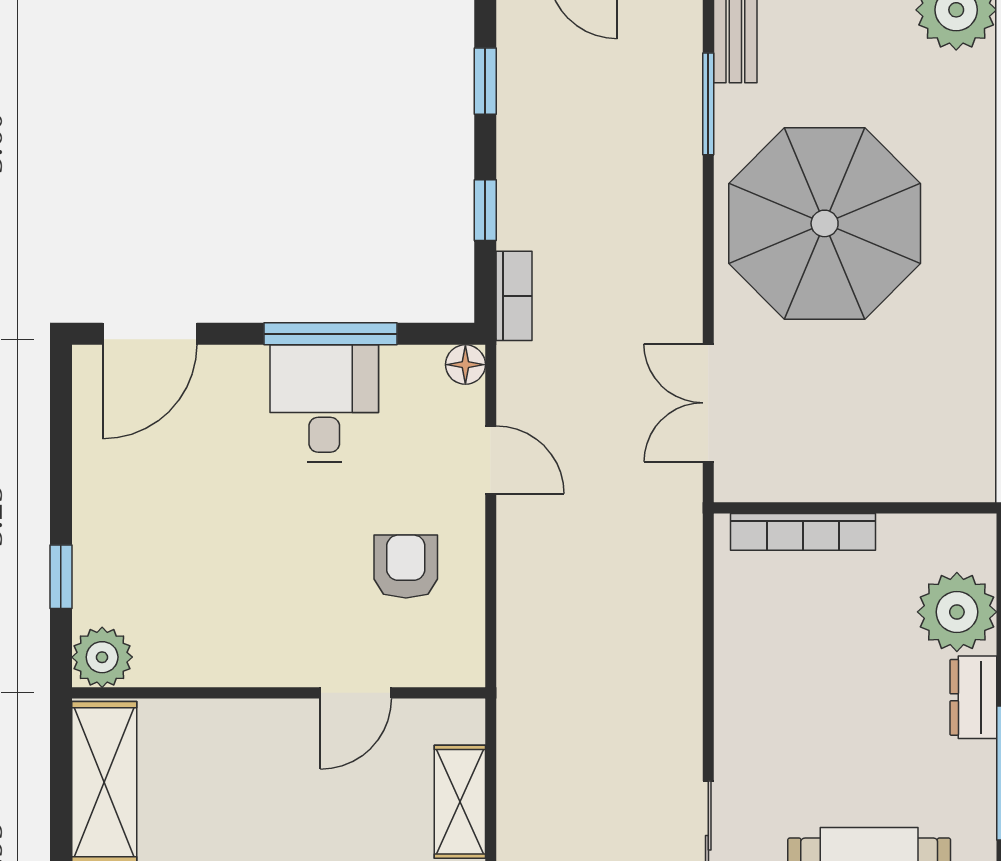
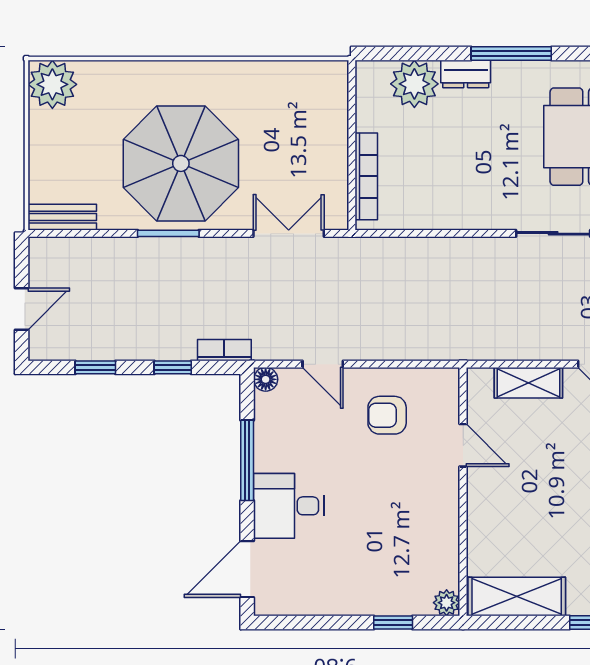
window: (708, 104) -> (168, 233), moved
door: (150, 334) -> (247, 569), swing flipped
desk: (324, 403) -> (289, 506), moved
double door: (708, 403) -> (289, 233), swing flipped
door: (491, 460) -> (323, 364), swing flipped
plant: (102, 657) -> (447, 603), width x0.73, depth x0.73

